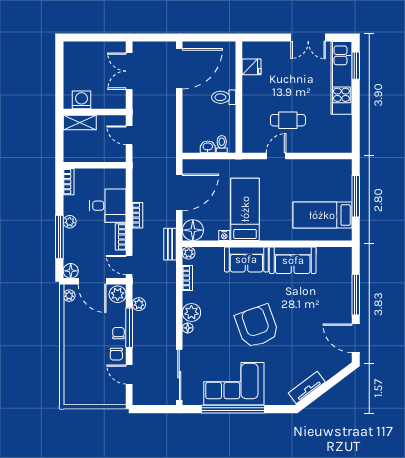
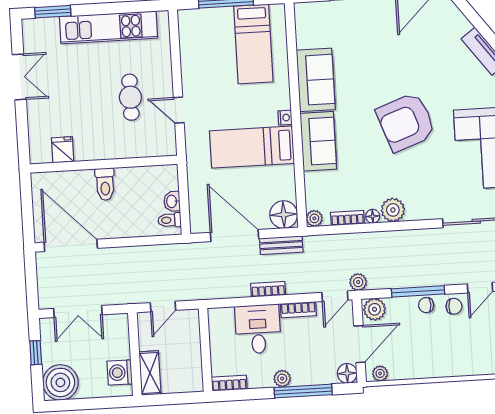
window: (100, 38) -> (36, 353), added
boiler: (77, 55) -> (60, 382), added
kitchen unit: (341, 78) -> (109, 27), moved
toilet: (222, 144) -> (170, 220), moved
nightstand: (224, 236) -> (285, 118), moved
bench: (170, 244) -> (281, 245), moved
plant: (139, 304) -> (358, 282), moved
floor lamp: (188, 328) -> (373, 216), moved

